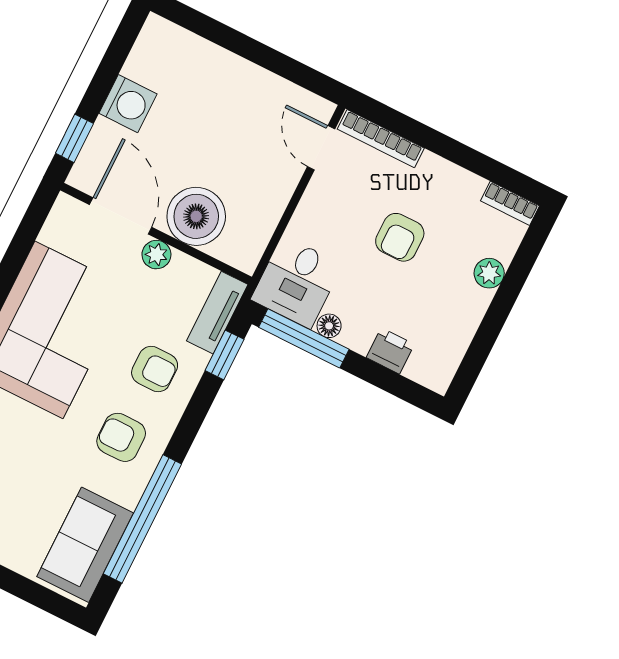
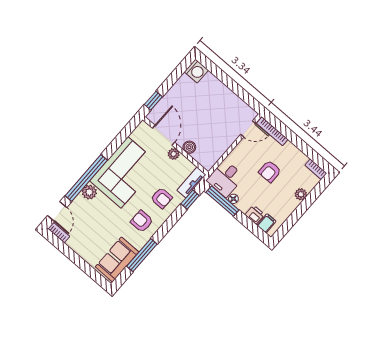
washing machine: (128, 104) -> (196, 71), moved
door: (321, 148) -> (248, 129), swing flipped
boiler: (196, 216) -> (189, 147), width x0.54, depth x0.54
filing cabinet: (424, 365) -> (266, 223), added
window: (142, 519) -> (142, 255), width x0.68

